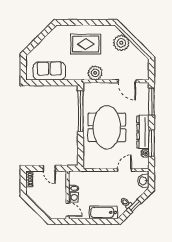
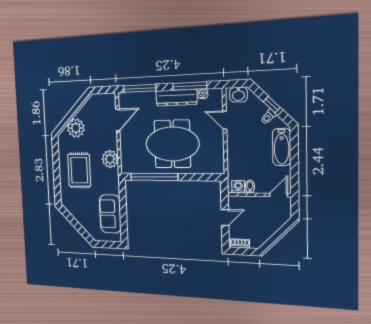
washing machine: (73, 197) -> (238, 187), moved

